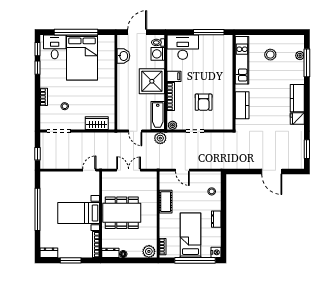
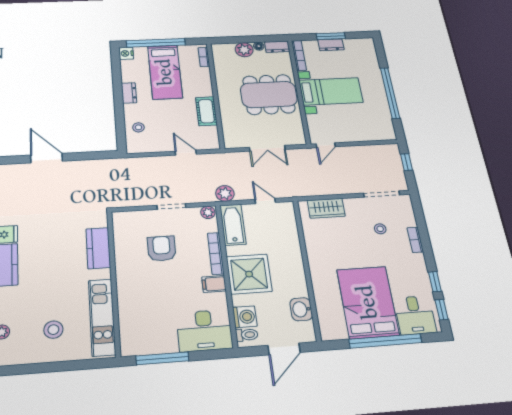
plant: (149, 251) -> (244, 50), moved
dresser: (49, 253) -> (331, 45), moved

